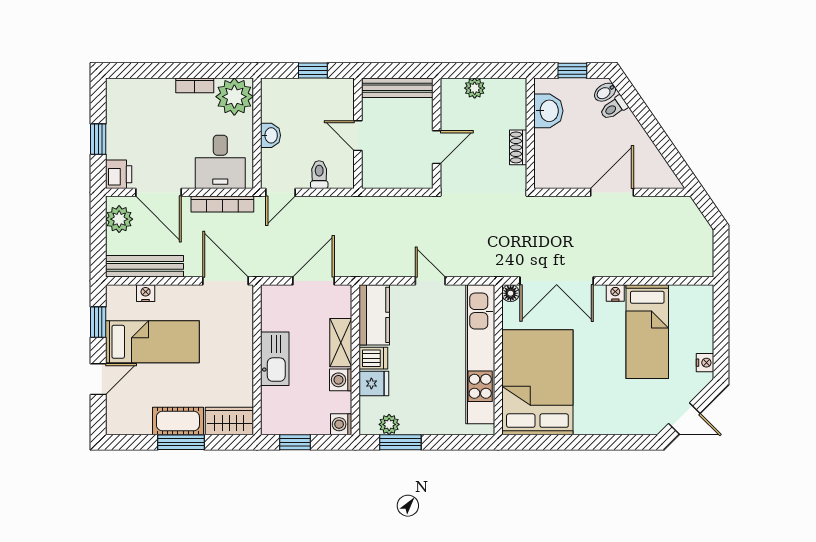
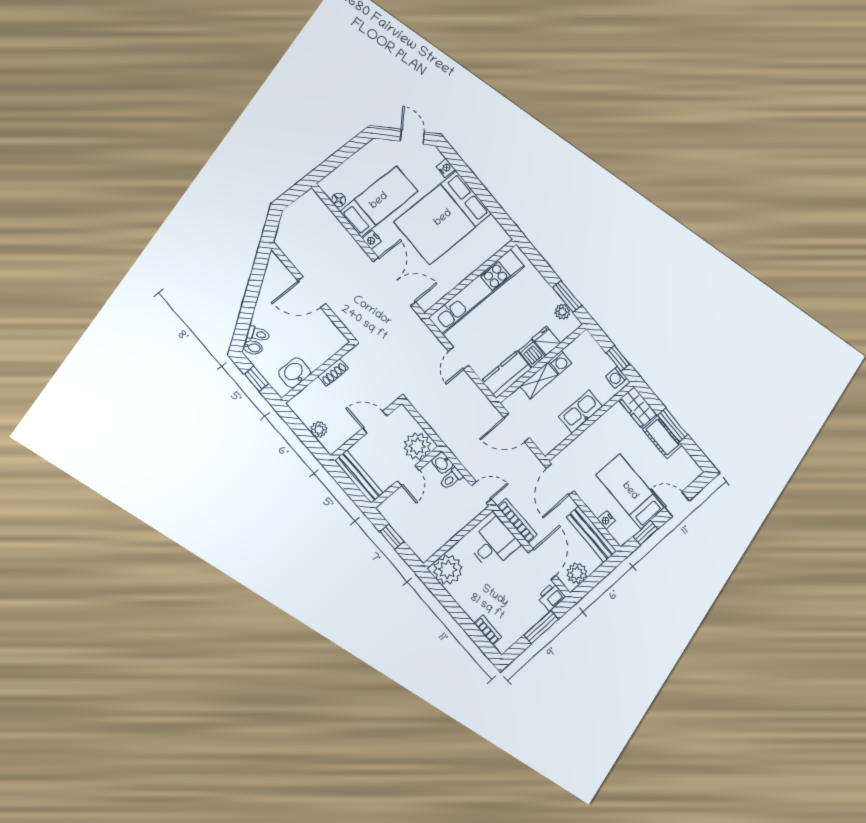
bookcase: (195, 85) -> (488, 630), moved
washbasin: (271, 135) -> (442, 463), moved, turned -90
window: (98, 139) -> (541, 627), width x1.50
plant: (379, 168) -> (417, 446), added
floor lamp: (511, 293) -> (339, 200), moved
nightstand: (705, 363) -> (446, 168), moved, turned 90
bed: (537, 382) -> (443, 218), moved
washing machine: (341, 424) -> (616, 377), moved, turned 90

